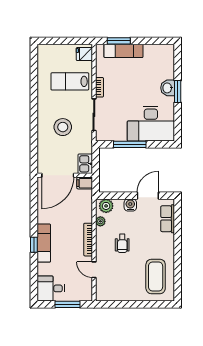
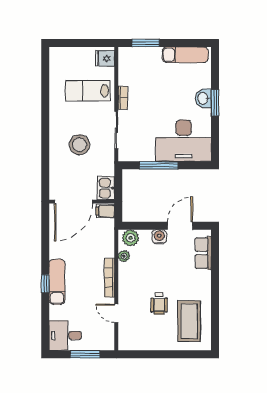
exam couch: (124, 51) -> (185, 55), moved
wheelchair: (122, 243) -> (159, 303), moved

